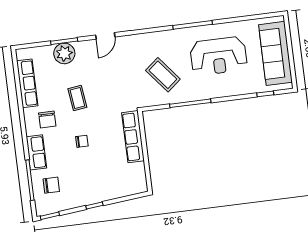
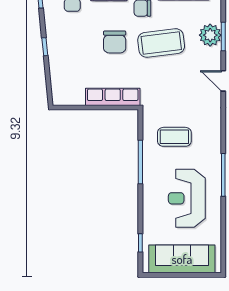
coffee table: (163, 75) -> (174, 137), turned 39
coffee table: (77, 98) -> (161, 43), width x1.86, depth x1.72
chair: (82, 141) -> (115, 42), width x1.87, depth x1.87

